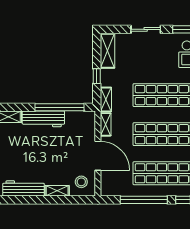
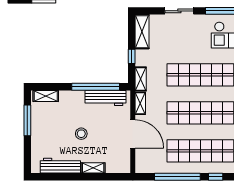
workbench: (43, 119) -> (106, 98), moved
stool: (81, 182) -> (81, 134), moved

